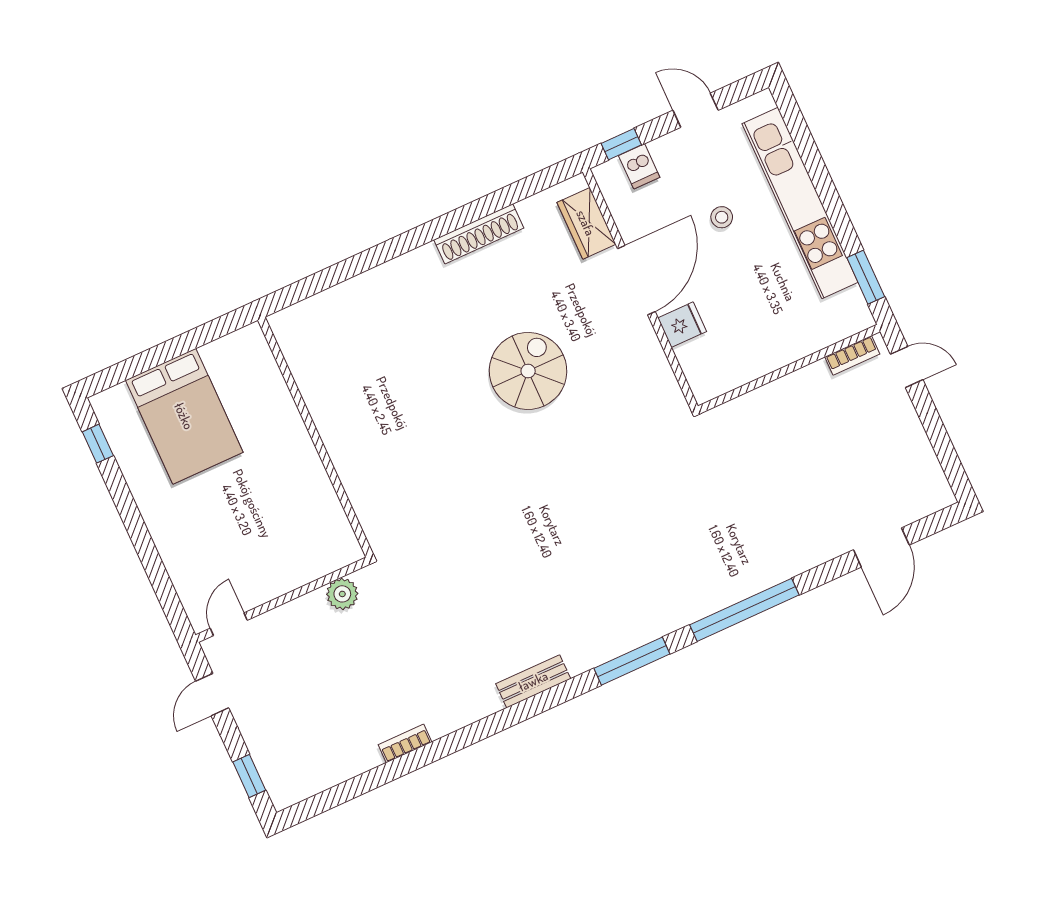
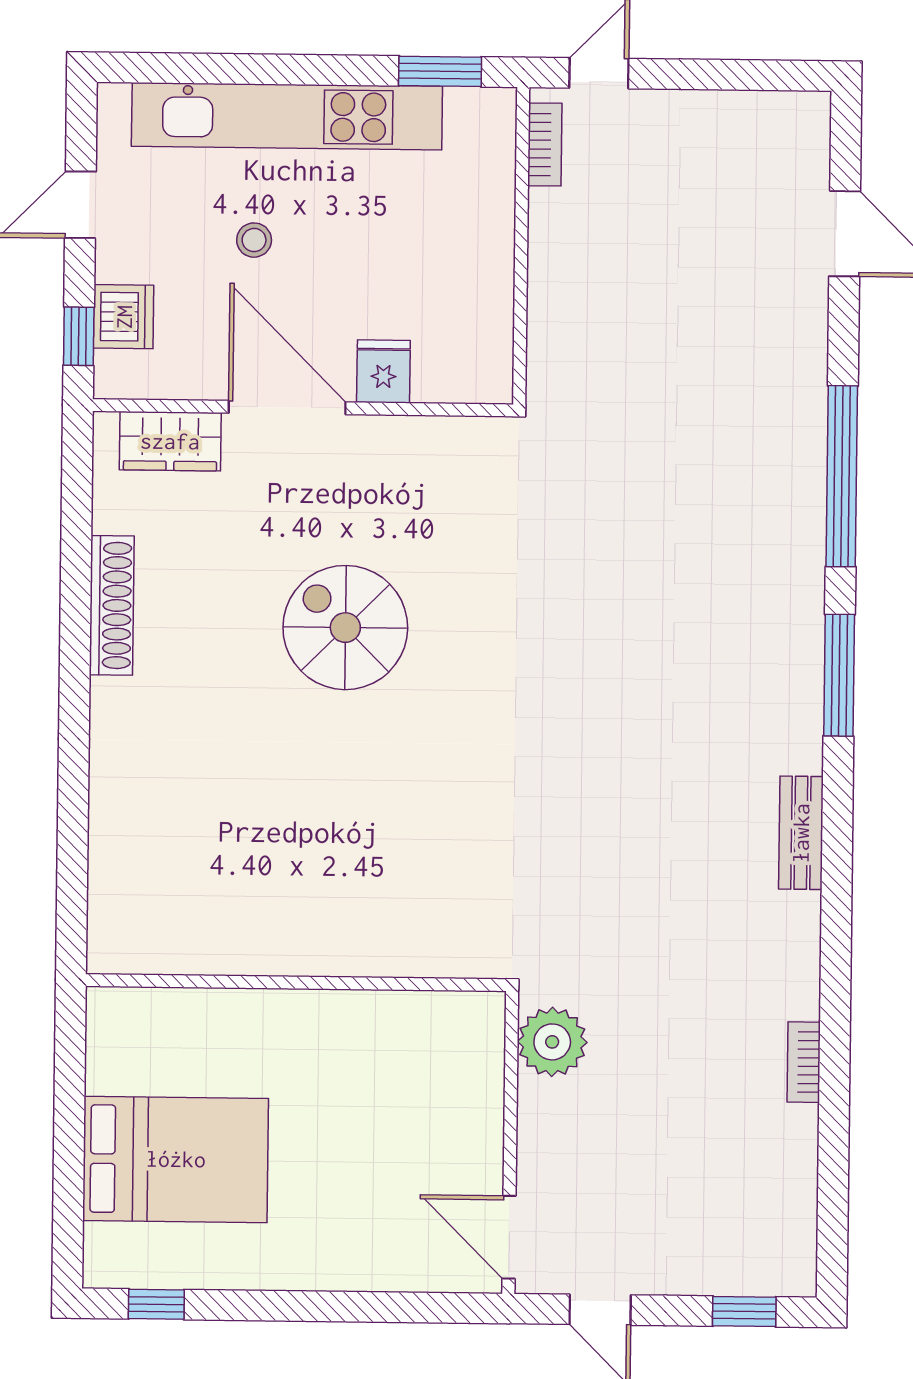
dishwasher: (639, 166) -> (124, 317), width x1.38
plant: (342, 594) -> (552, 1042), width x1.36, depth x1.36
door: (229, 624) -> (509, 1237), width x1.38

